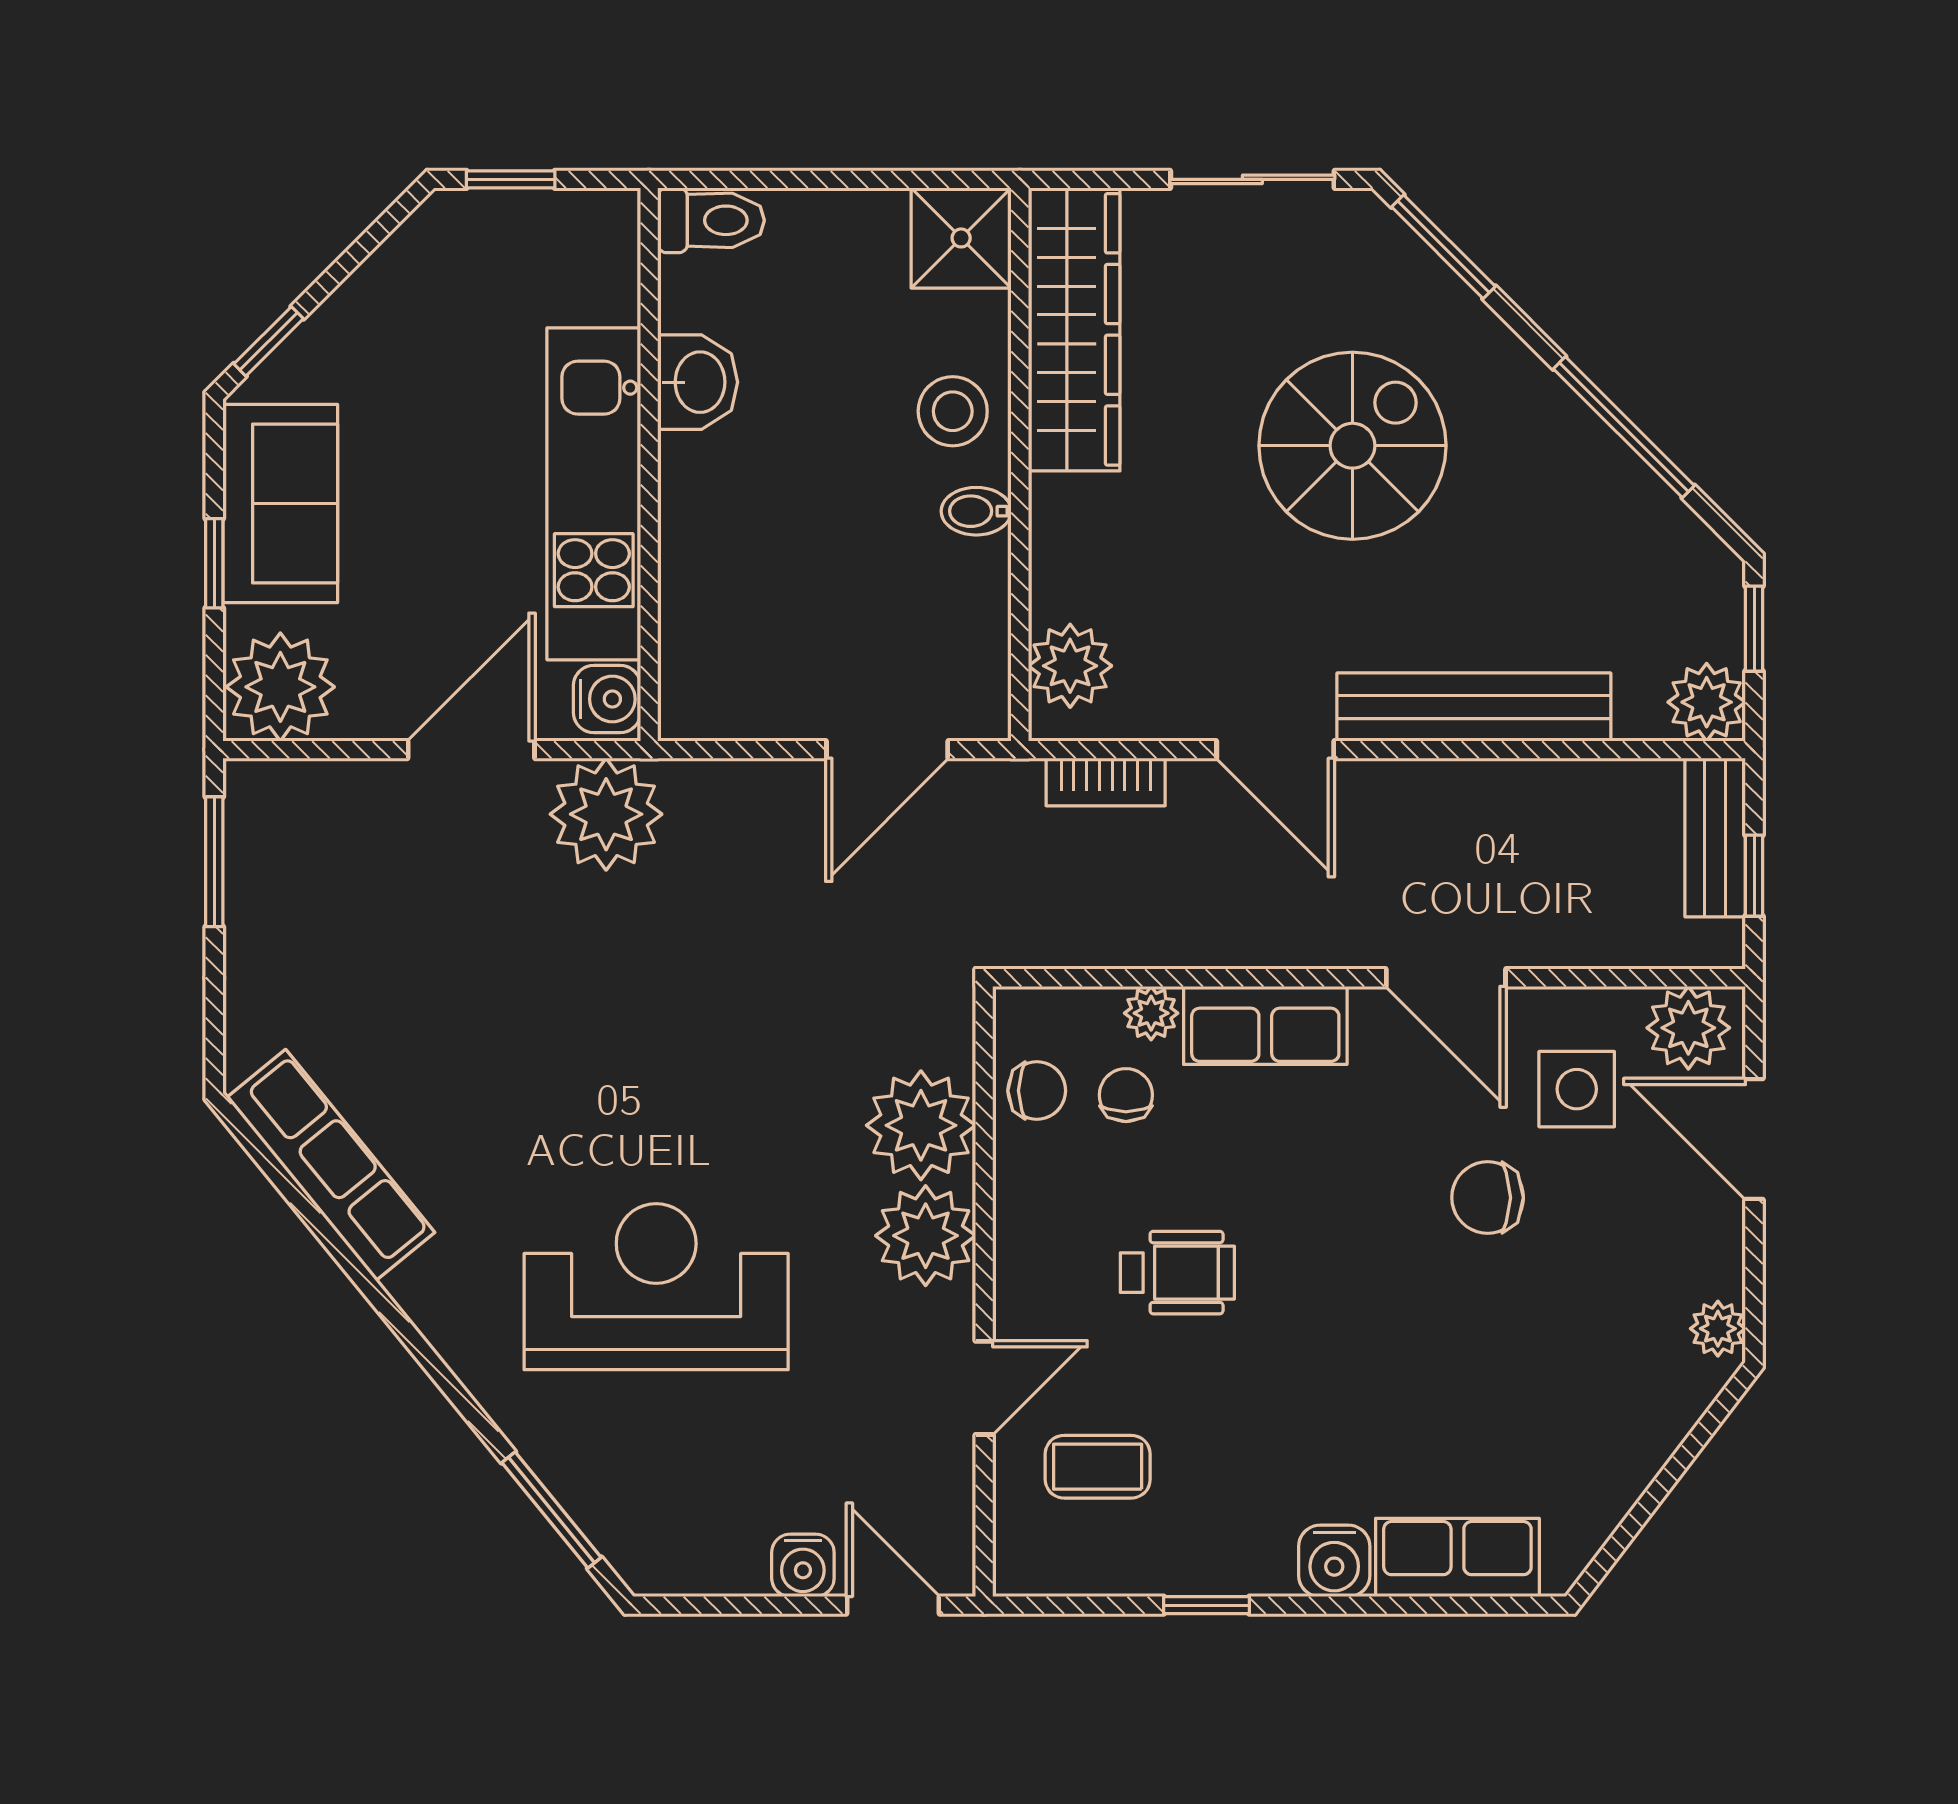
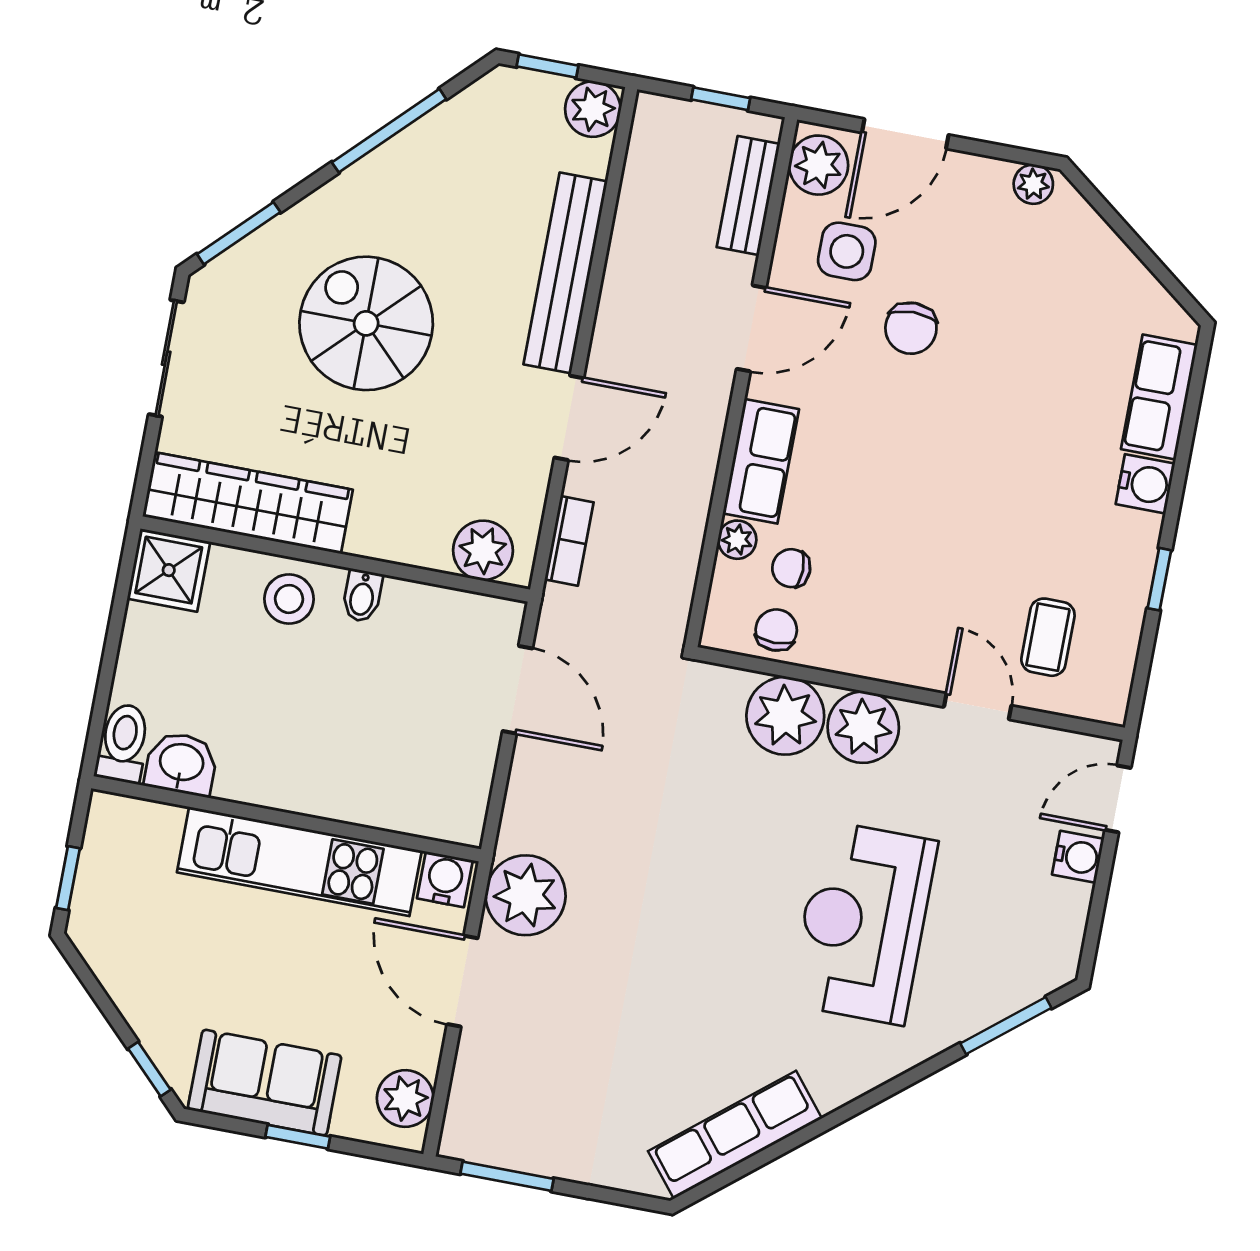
washbasin: (698, 382) -> (181, 764), moved
plant: (280, 687) -> (405, 1098), width x0.73, depth x0.73
bench: (1715, 838) -> (748, 196), moved, turned 90
wheelchair: (1177, 1273) -> (922, 556), removed

